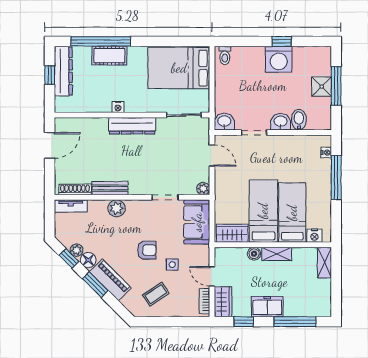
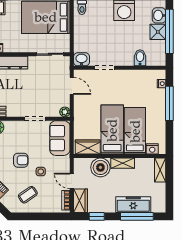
window: (336, 86) -> (169, 31), width x1.46
washbasin: (281, 122) -> (159, 15), moved, turned -90
boiler: (254, 254) -> (100, 167), width x1.86, depth x1.86
freezer: (267, 307) -> (133, 205), moved, width x1.40

